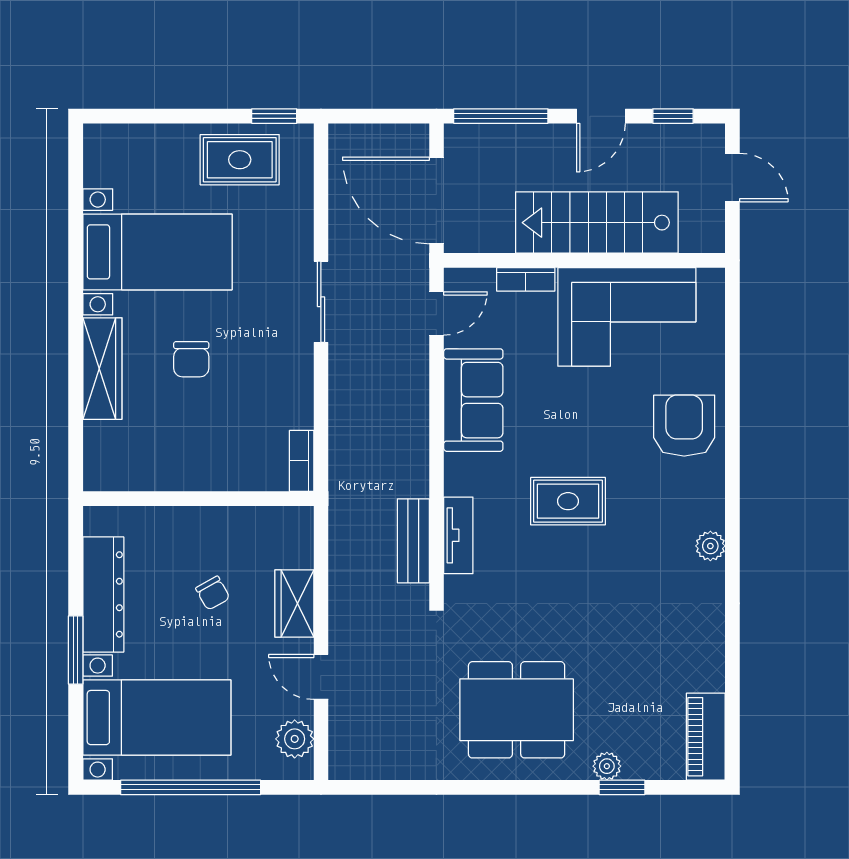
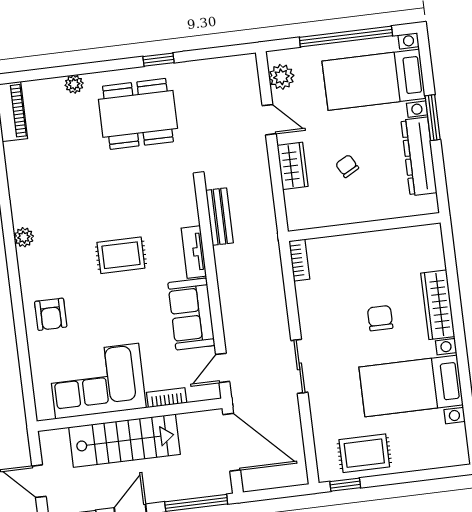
armchair: (684, 426) -> (51, 314), width x0.72, depth x0.72
tv unit: (458, 535) -> (194, 252), moved
window: (622, 787) -> (158, 60), moved

